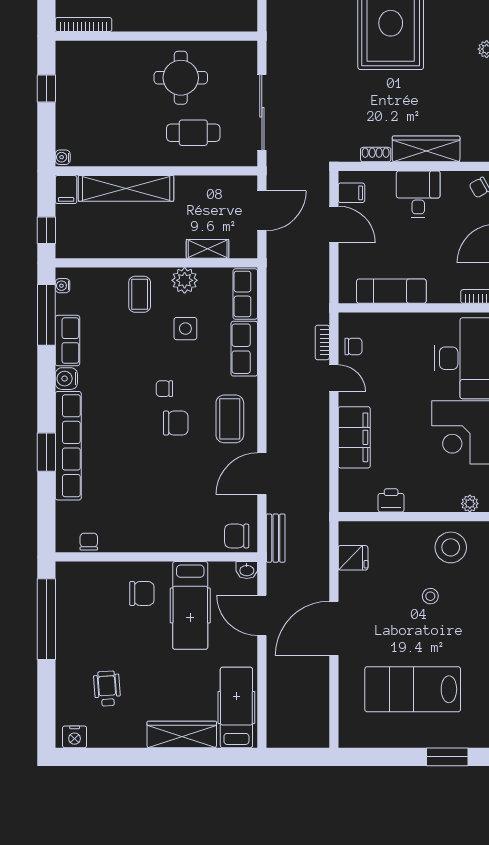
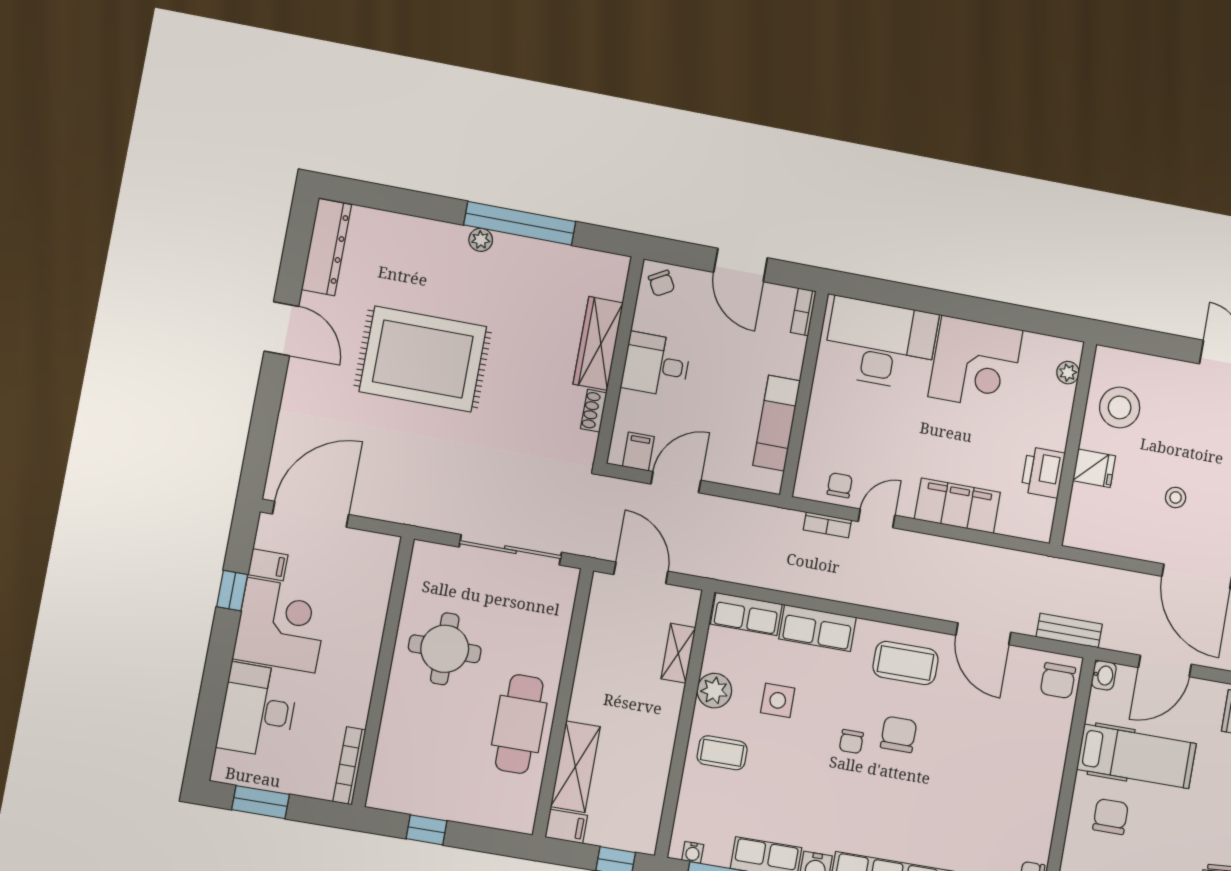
cafe table: (193, 133) -> (519, 724), moved, width x1.37, depth x1.35
water cooler: (63, 157) -> (522, 824), removed
shelving: (126, 188) -> (575, 767), width x0.68
printer: (391, 500) -> (1043, 472), width x1.36, depth x1.24
fridge: (353, 558) -> (1094, 468), moved, turned 90
stool: (430, 596) -> (1176, 497), moved

